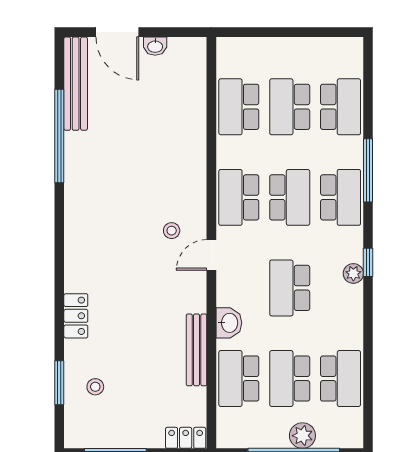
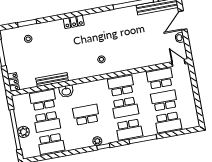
door: (211, 255) -> (179, 63), moved
locker: (76, 316) -> (74, 22), moved
school desk: (290, 379) -> (47, 122), turned 180

